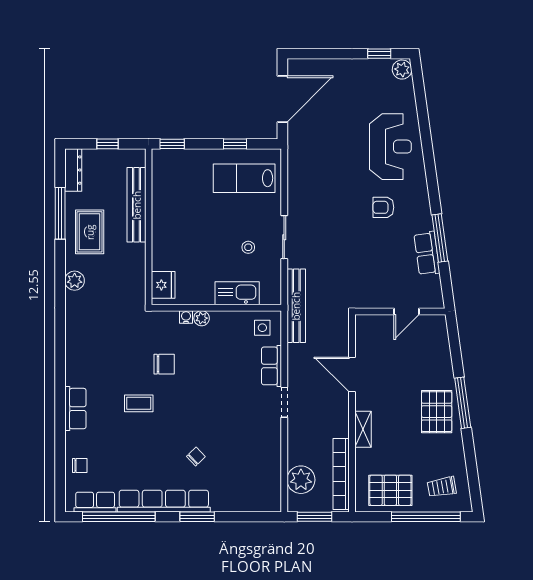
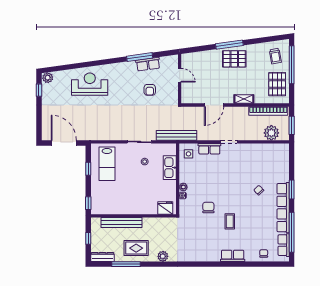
armchair: (383, 207) -> (150, 90), moved

